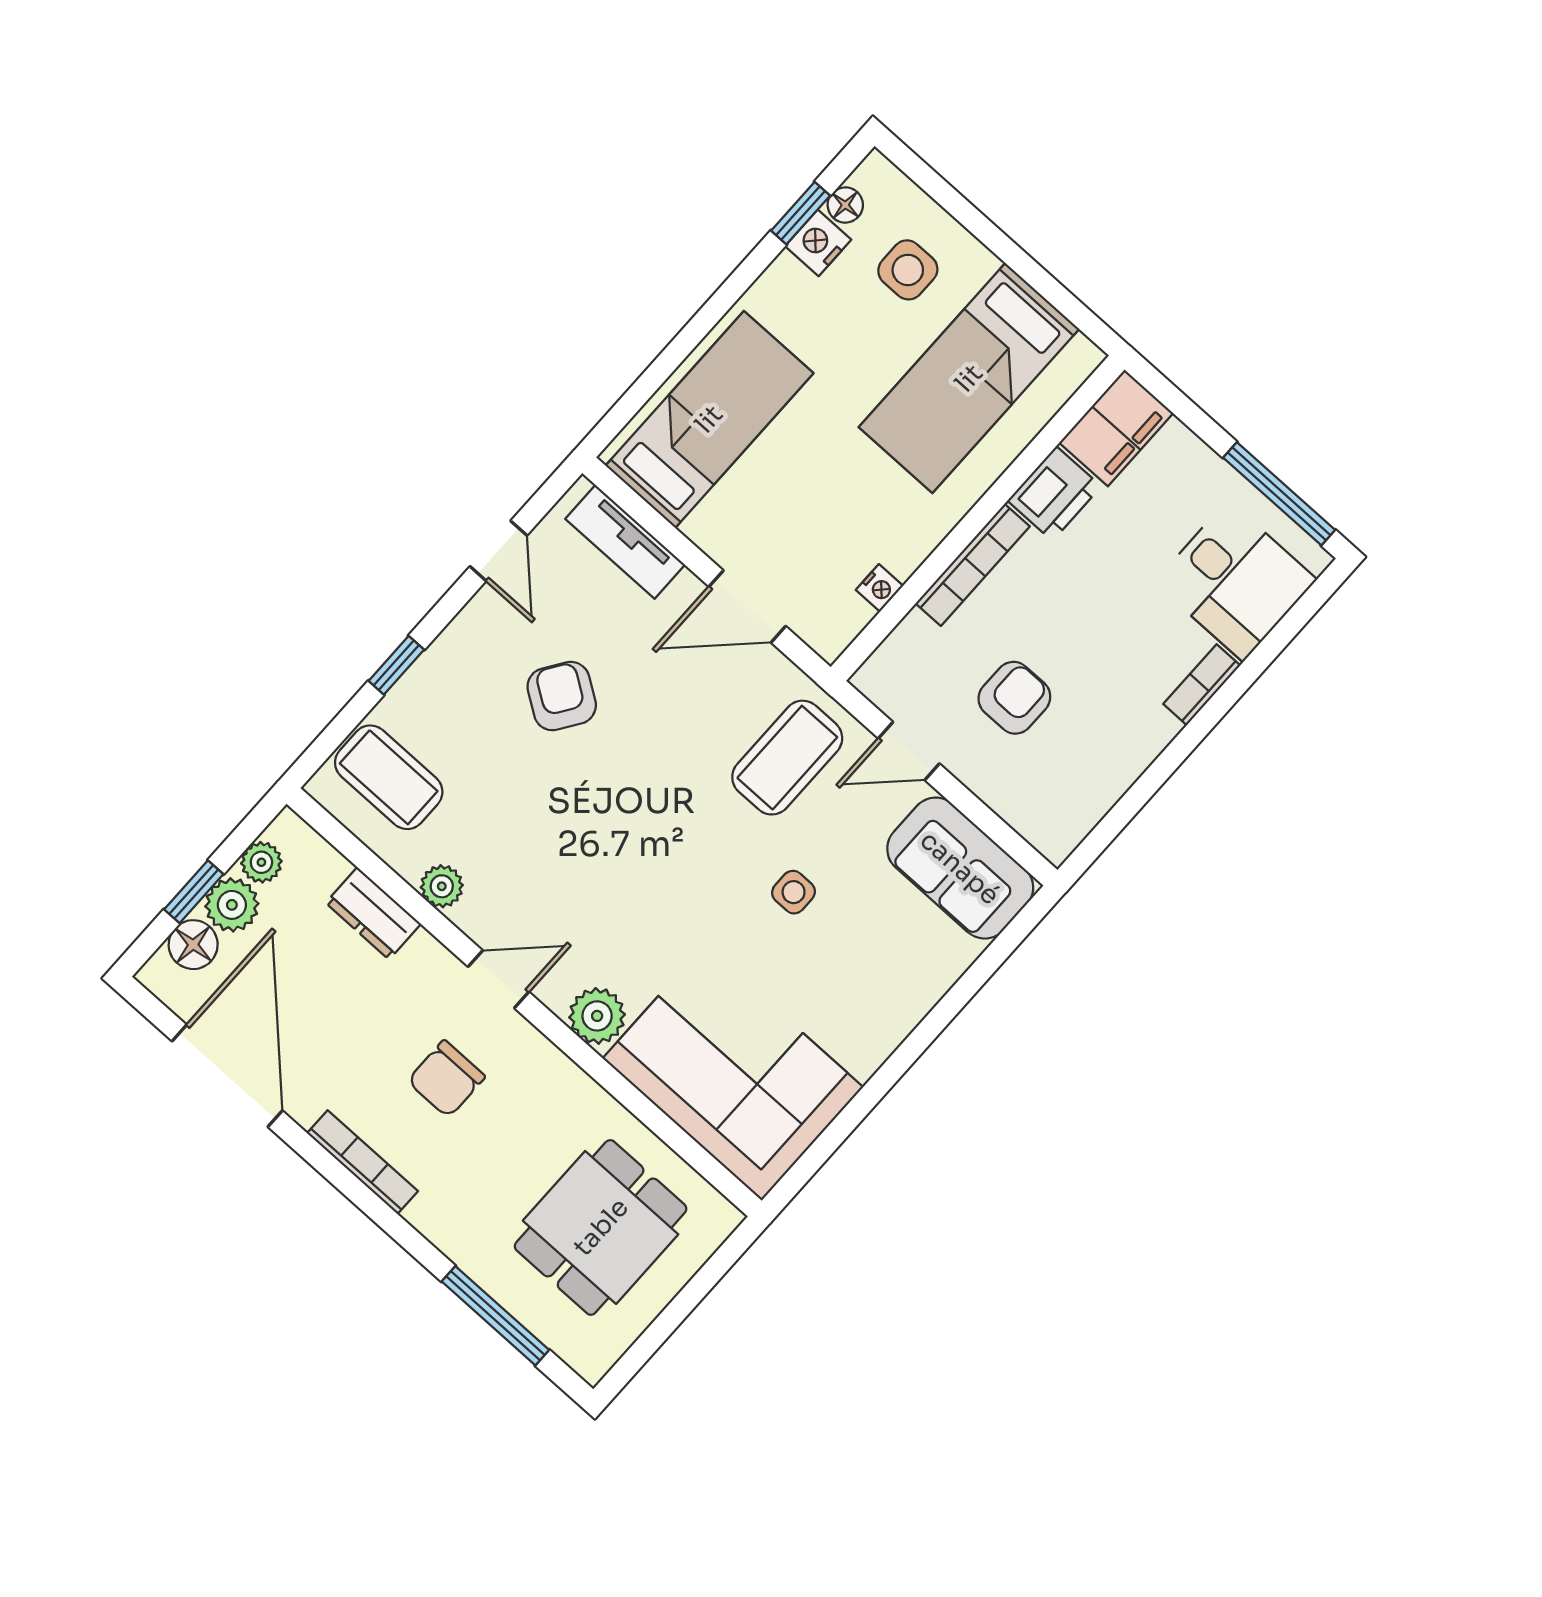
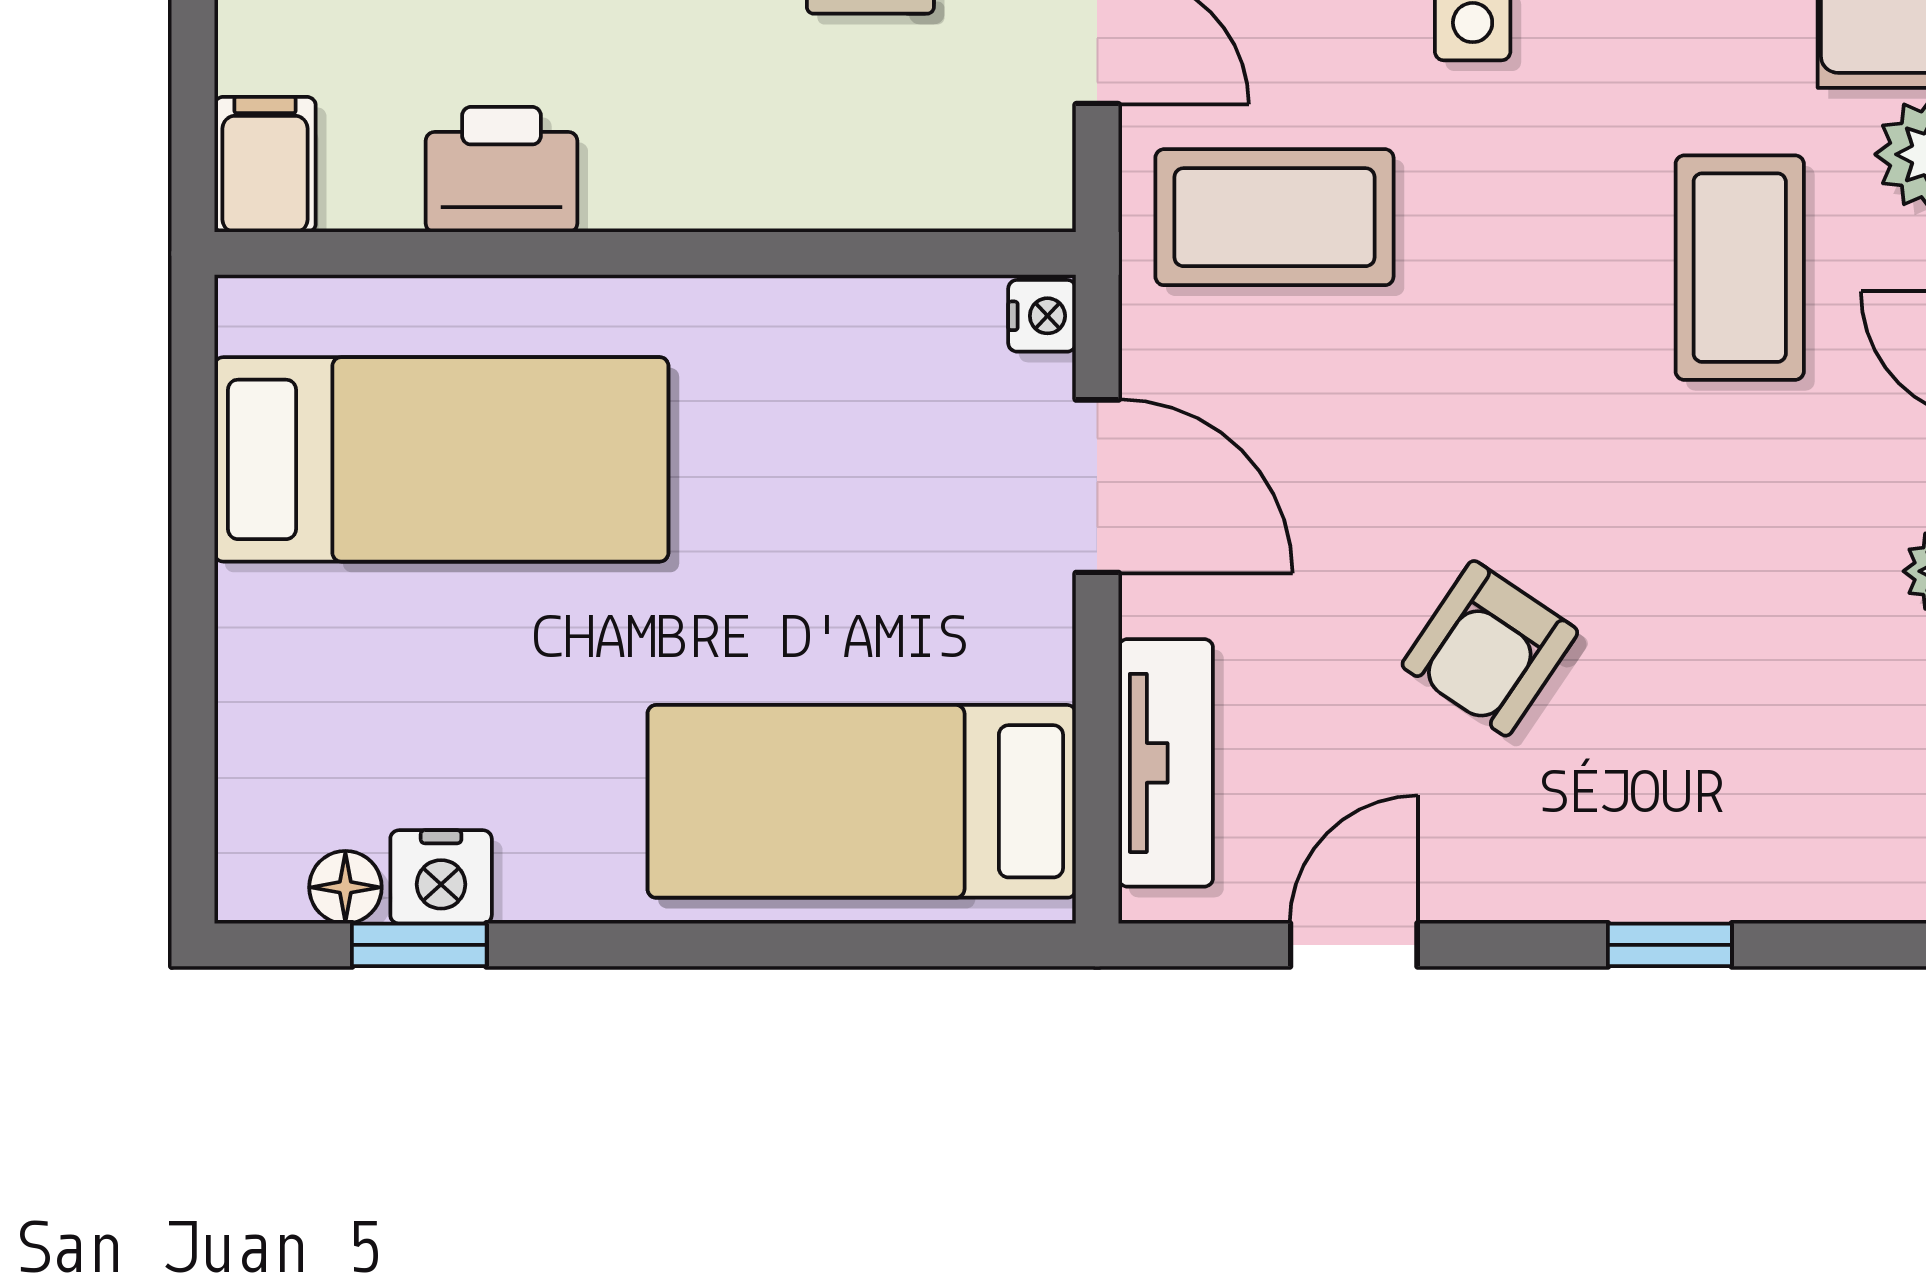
side table: (908, 270) -> (359, 702), removed
filing cabinet: (1116, 428) -> (265, 165), width x0.50
bookcase: (973, 565) -> (723, 197), removed
nightstand: (879, 588) -> (1042, 316), moved, turned 90
coffee table: (389, 777) -> (1740, 268), moved

